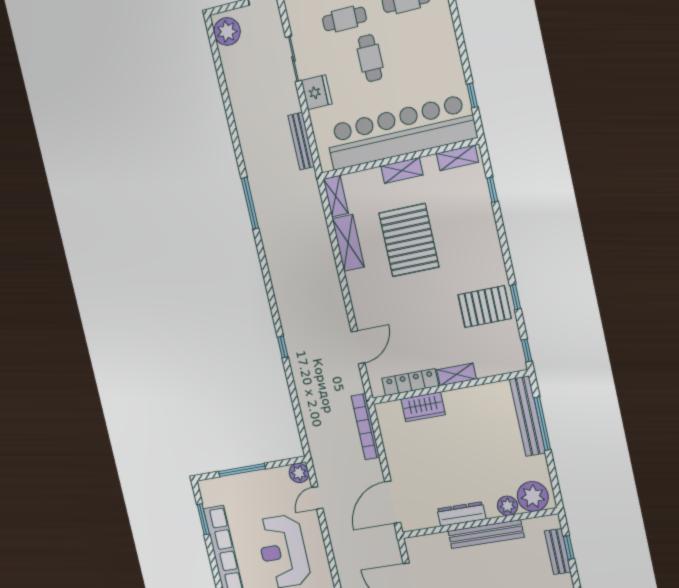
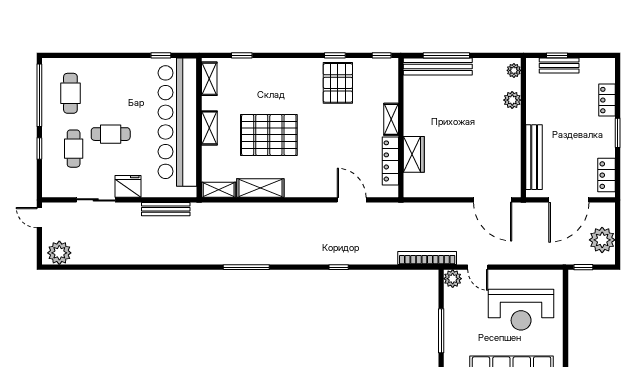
window: (250, 203) -> (246, 267), moved
bookcase: (365, 427) -> (427, 258), moved, turned 180
plant: (533, 496) -> (514, 70), width x0.53, depth x0.53
dresser: (461, 514) -> (513, 142), removed
bench: (486, 534) -> (534, 157), moved

